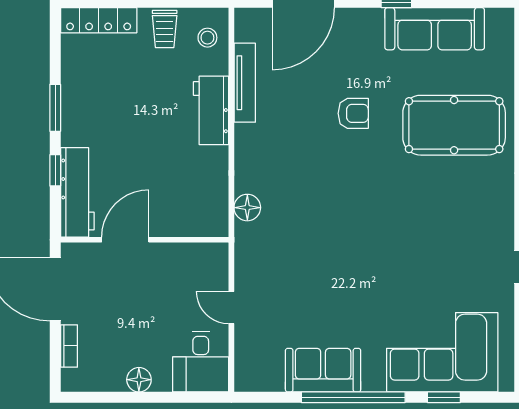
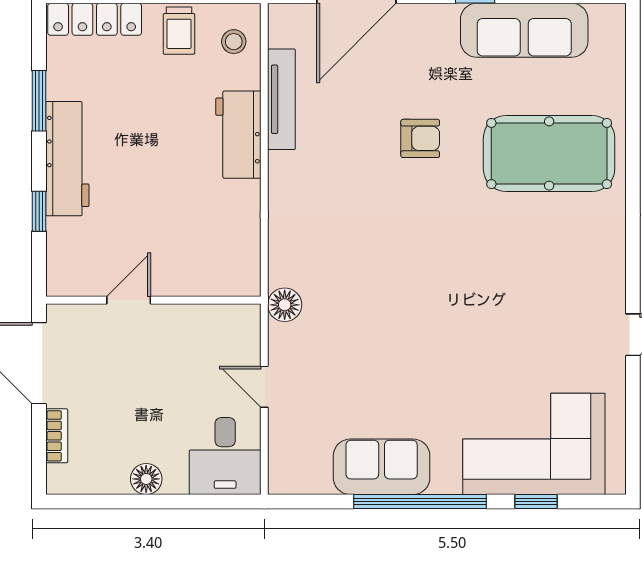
window: (55, 108) -> (39, 101), moved
workbench: (77, 192) -> (67, 159), moved
floor lamp: (247, 208) -> (285, 305), moved
door: (125, 240) -> (129, 300), width x0.73

